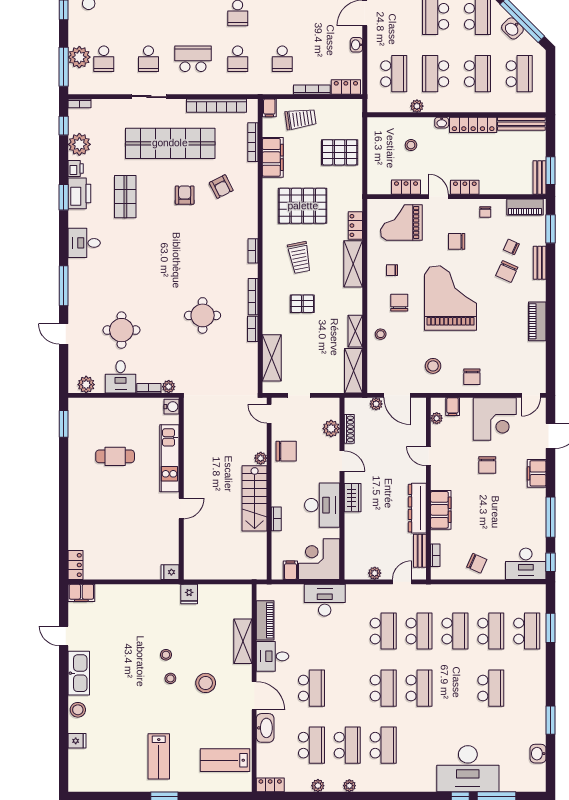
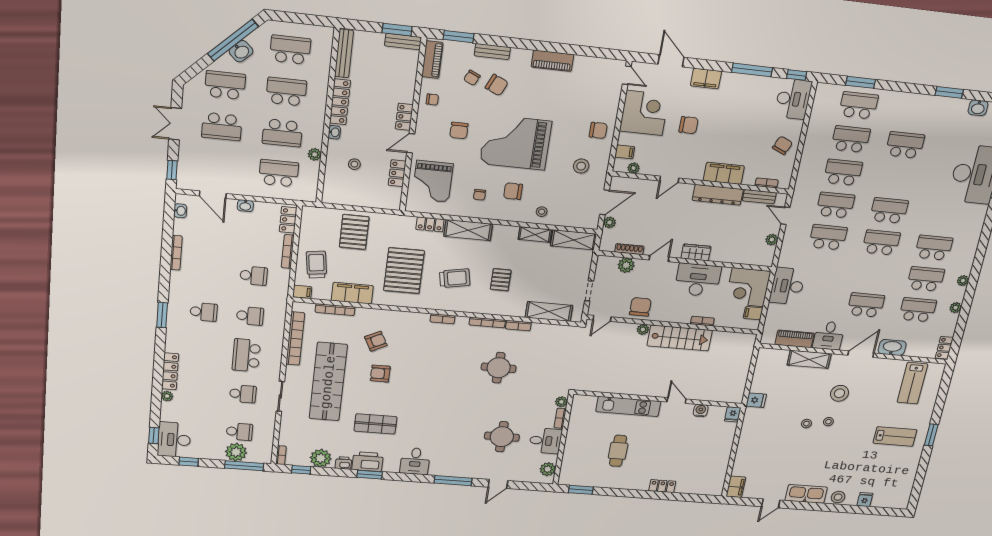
water cooler: (172, 407) -> (701, 410), moved
locker: (76, 565) -> (662, 486), moved

